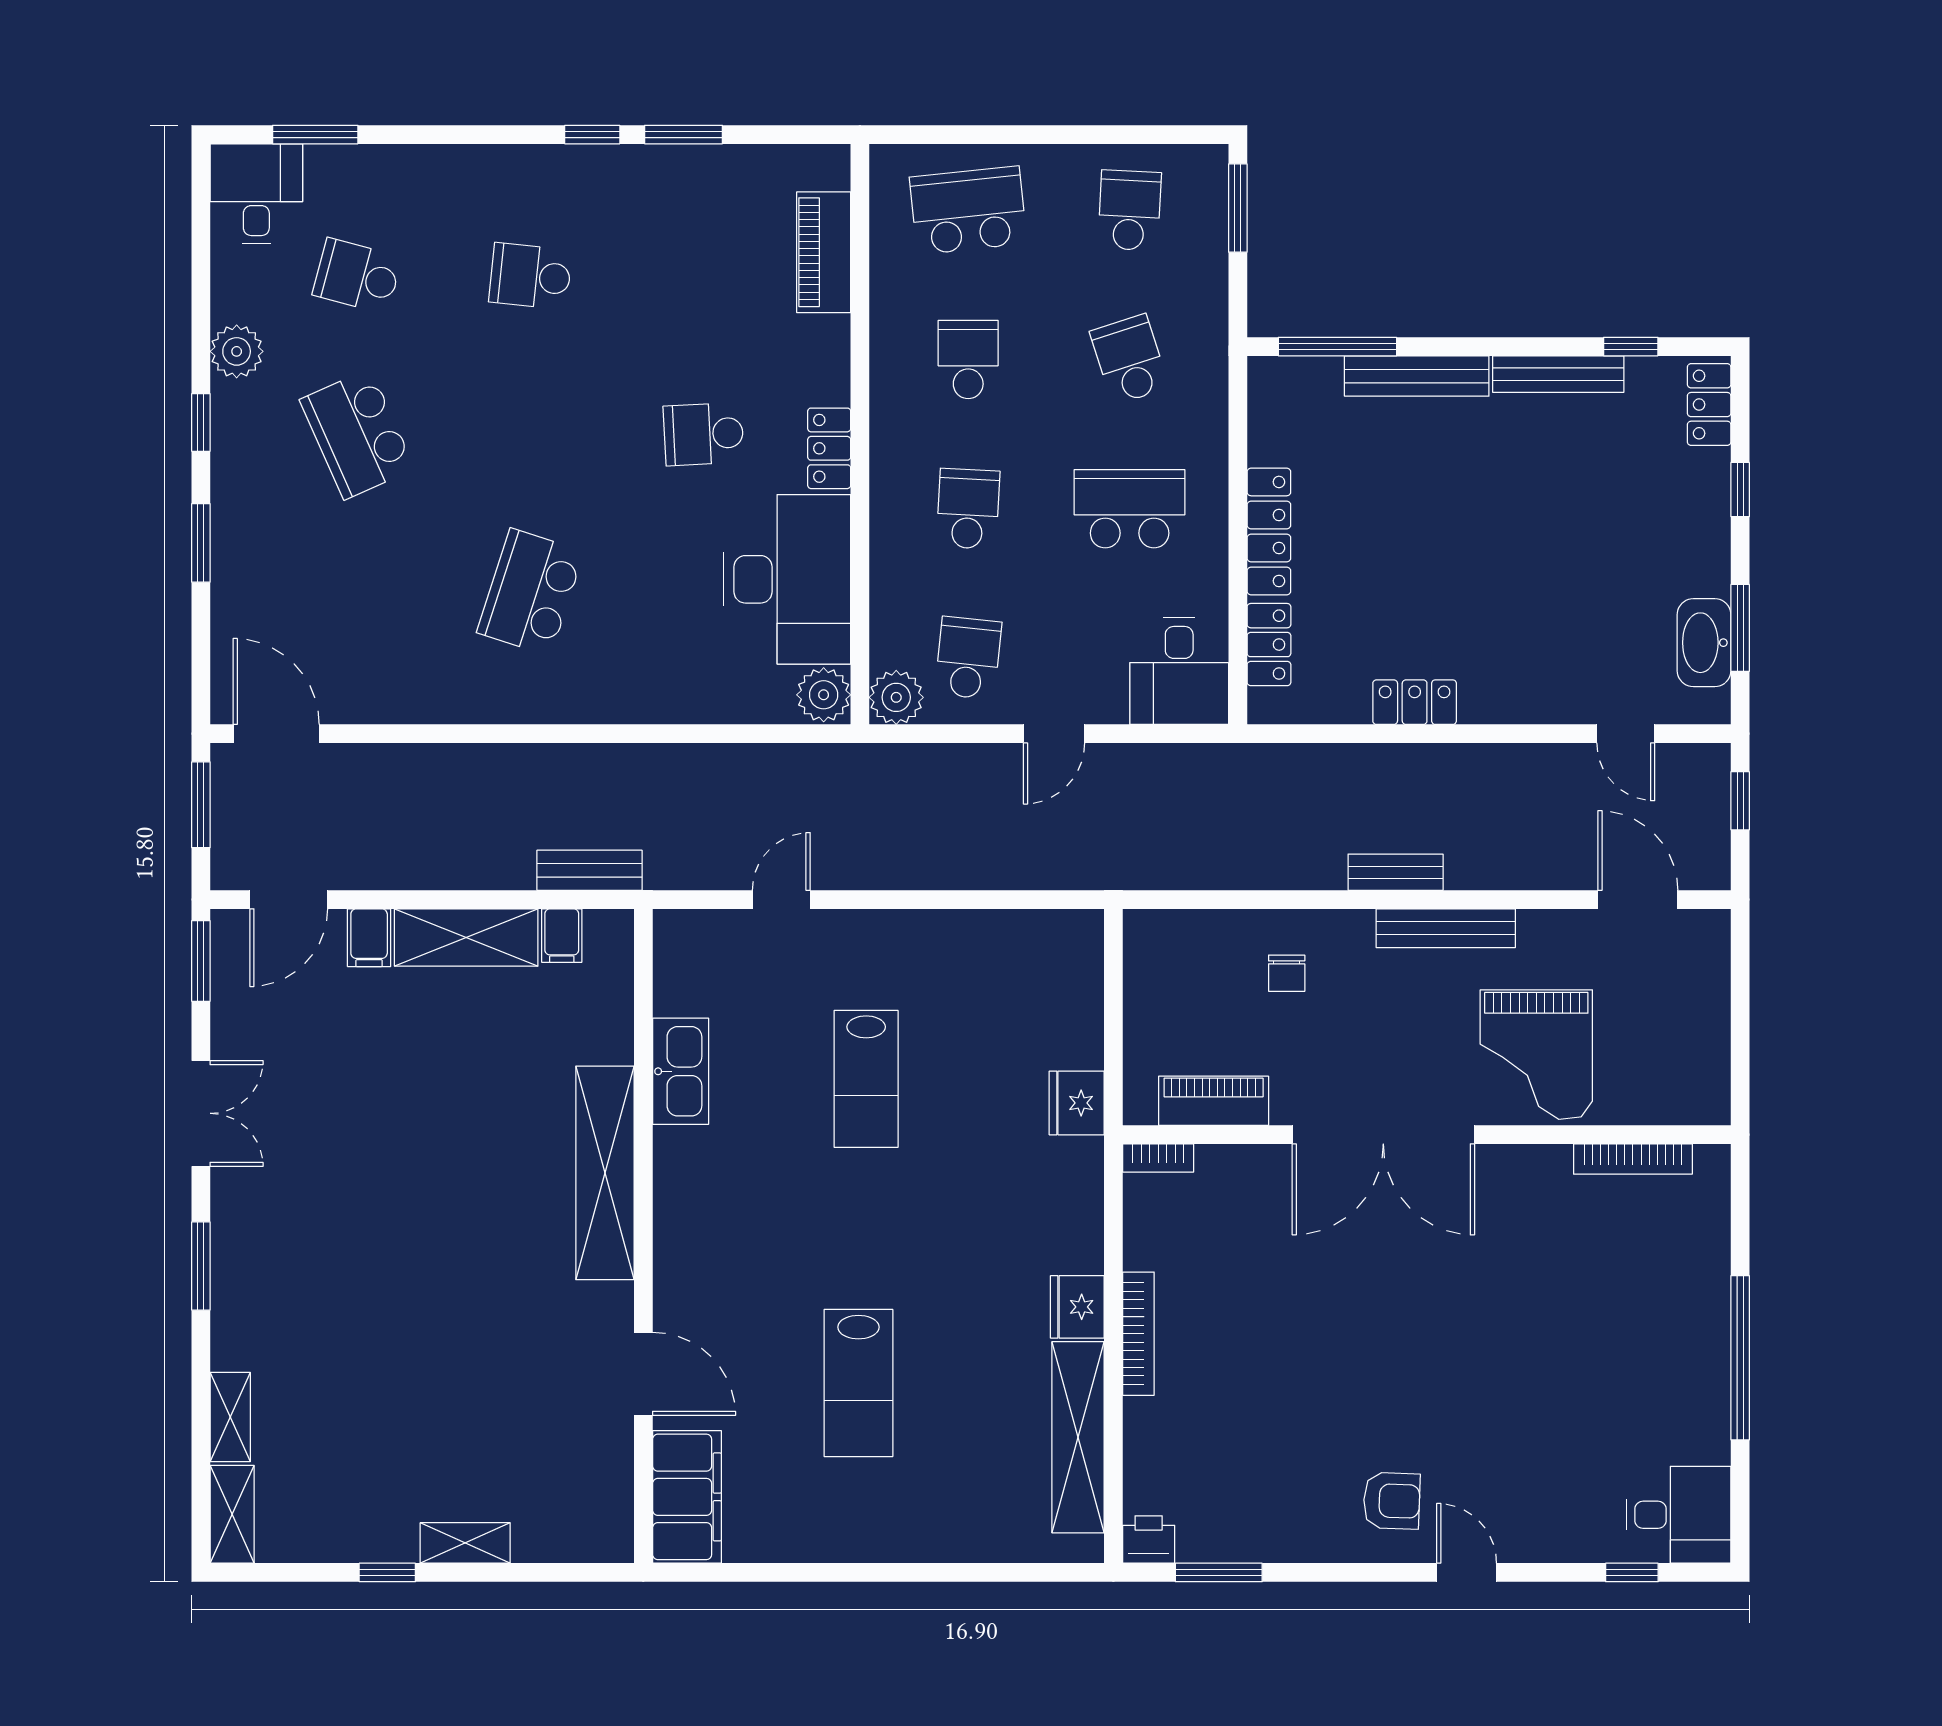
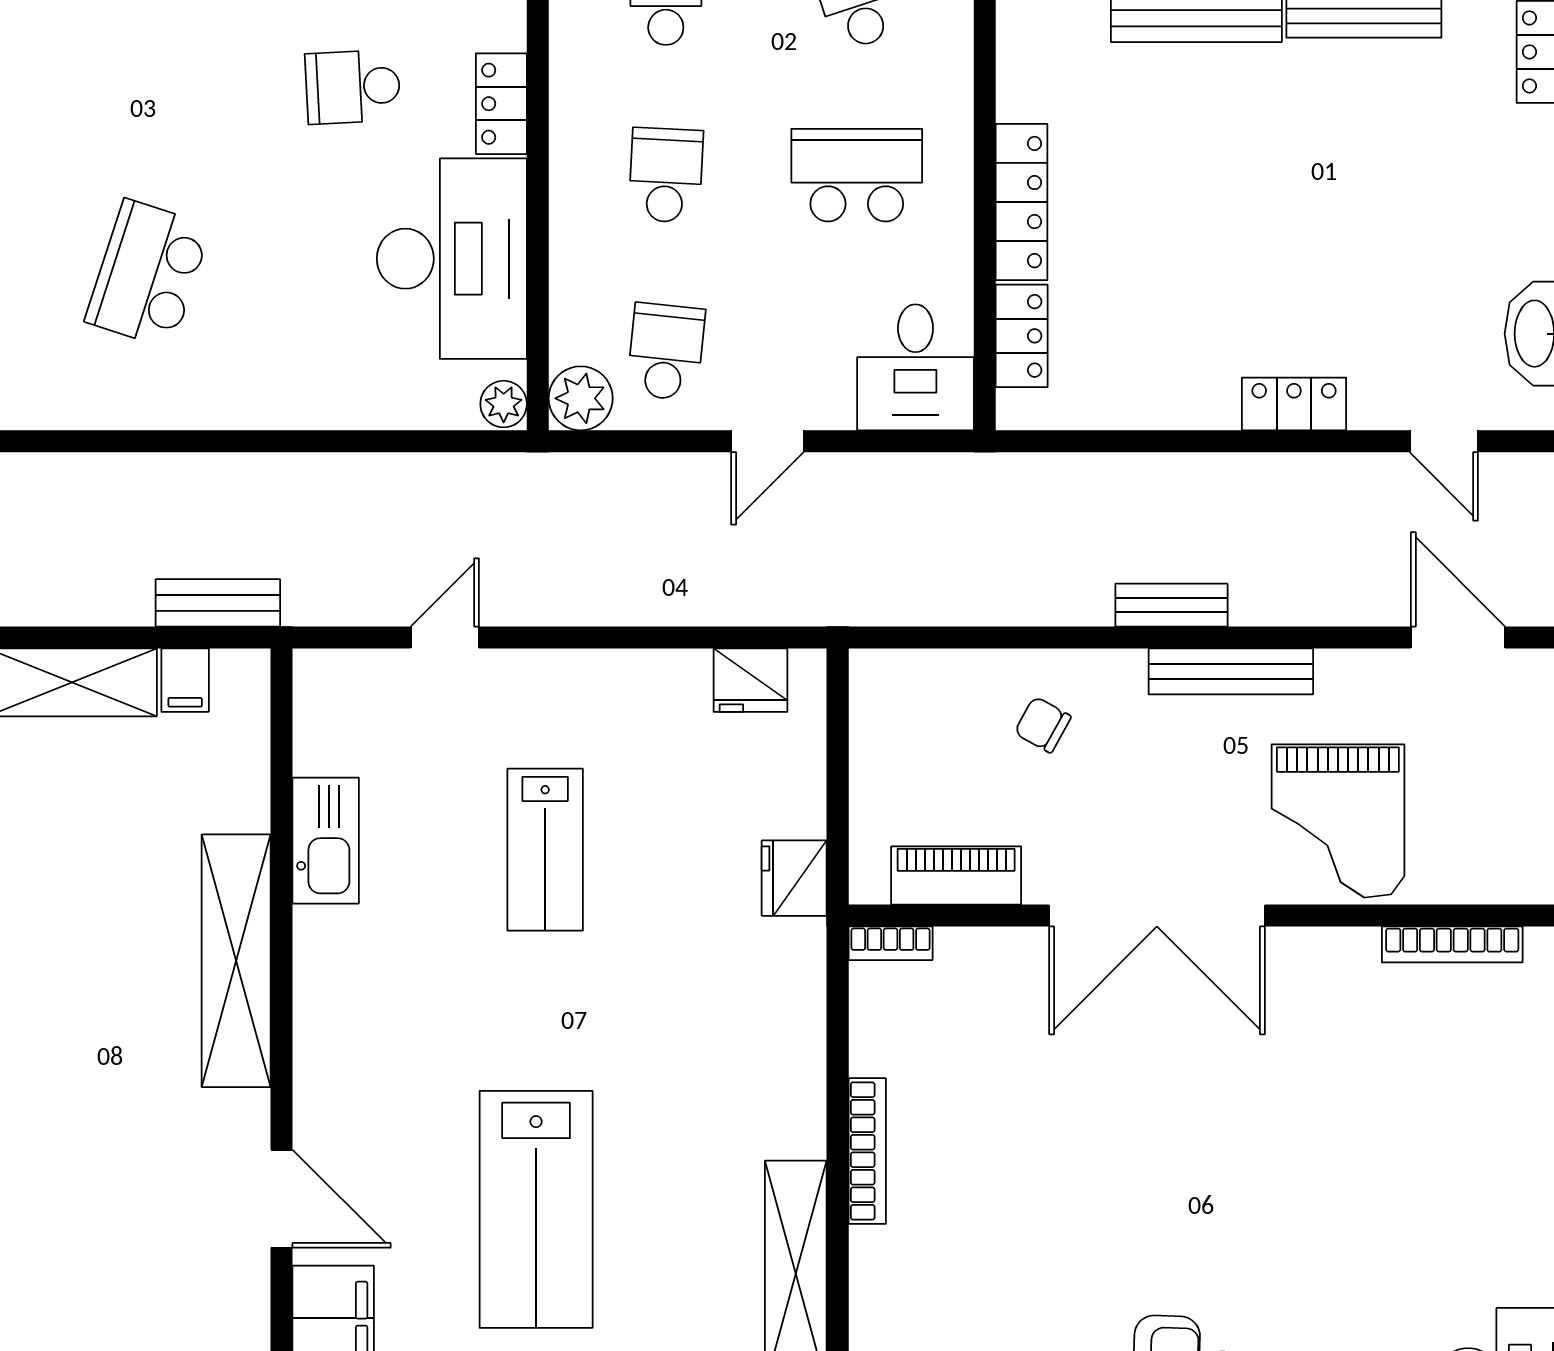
plant: (824, 695) -> (504, 404), width x0.73, depth x0.73
locker: (1415, 702) -> (1294, 404), moved
chair: (1287, 973) -> (1043, 725), turned 119
fridge: (1077, 1307) -> (750, 680), moved, turned -90
lab bench: (858, 1383) -> (536, 1209), width x1.36, depth x1.39

